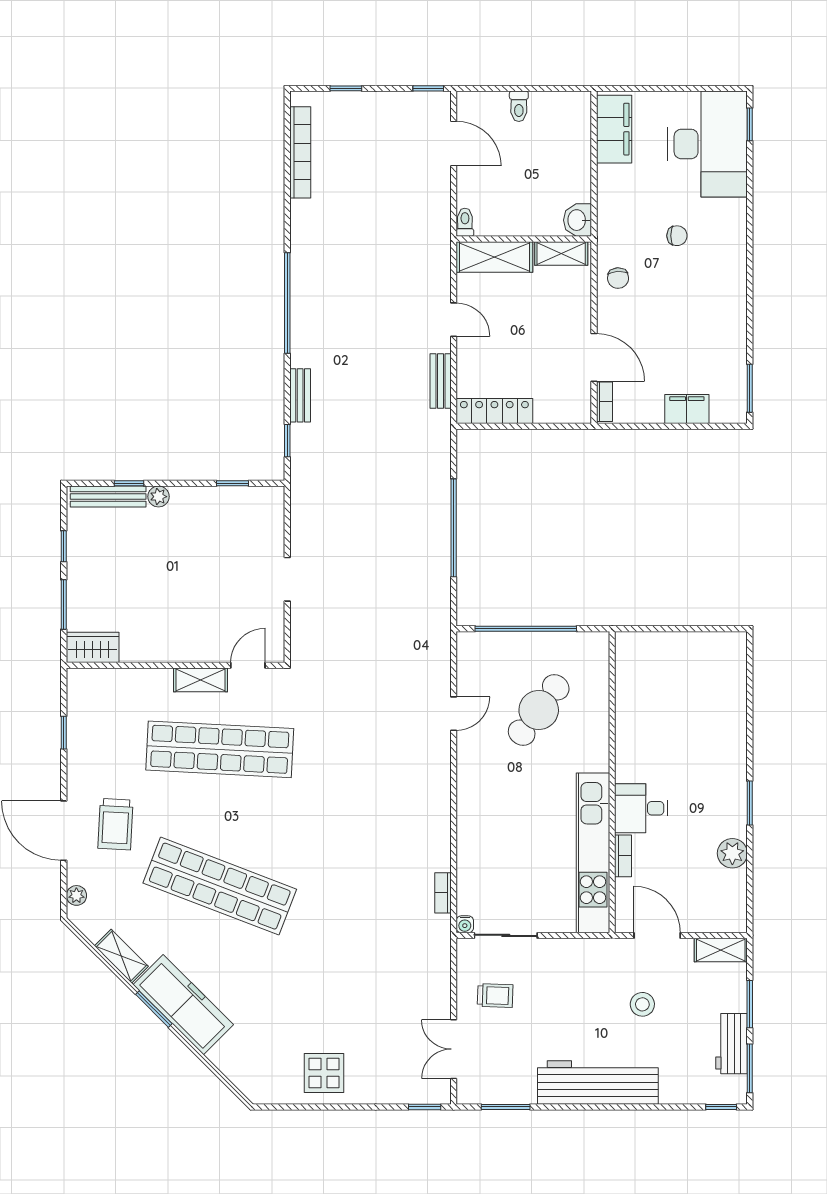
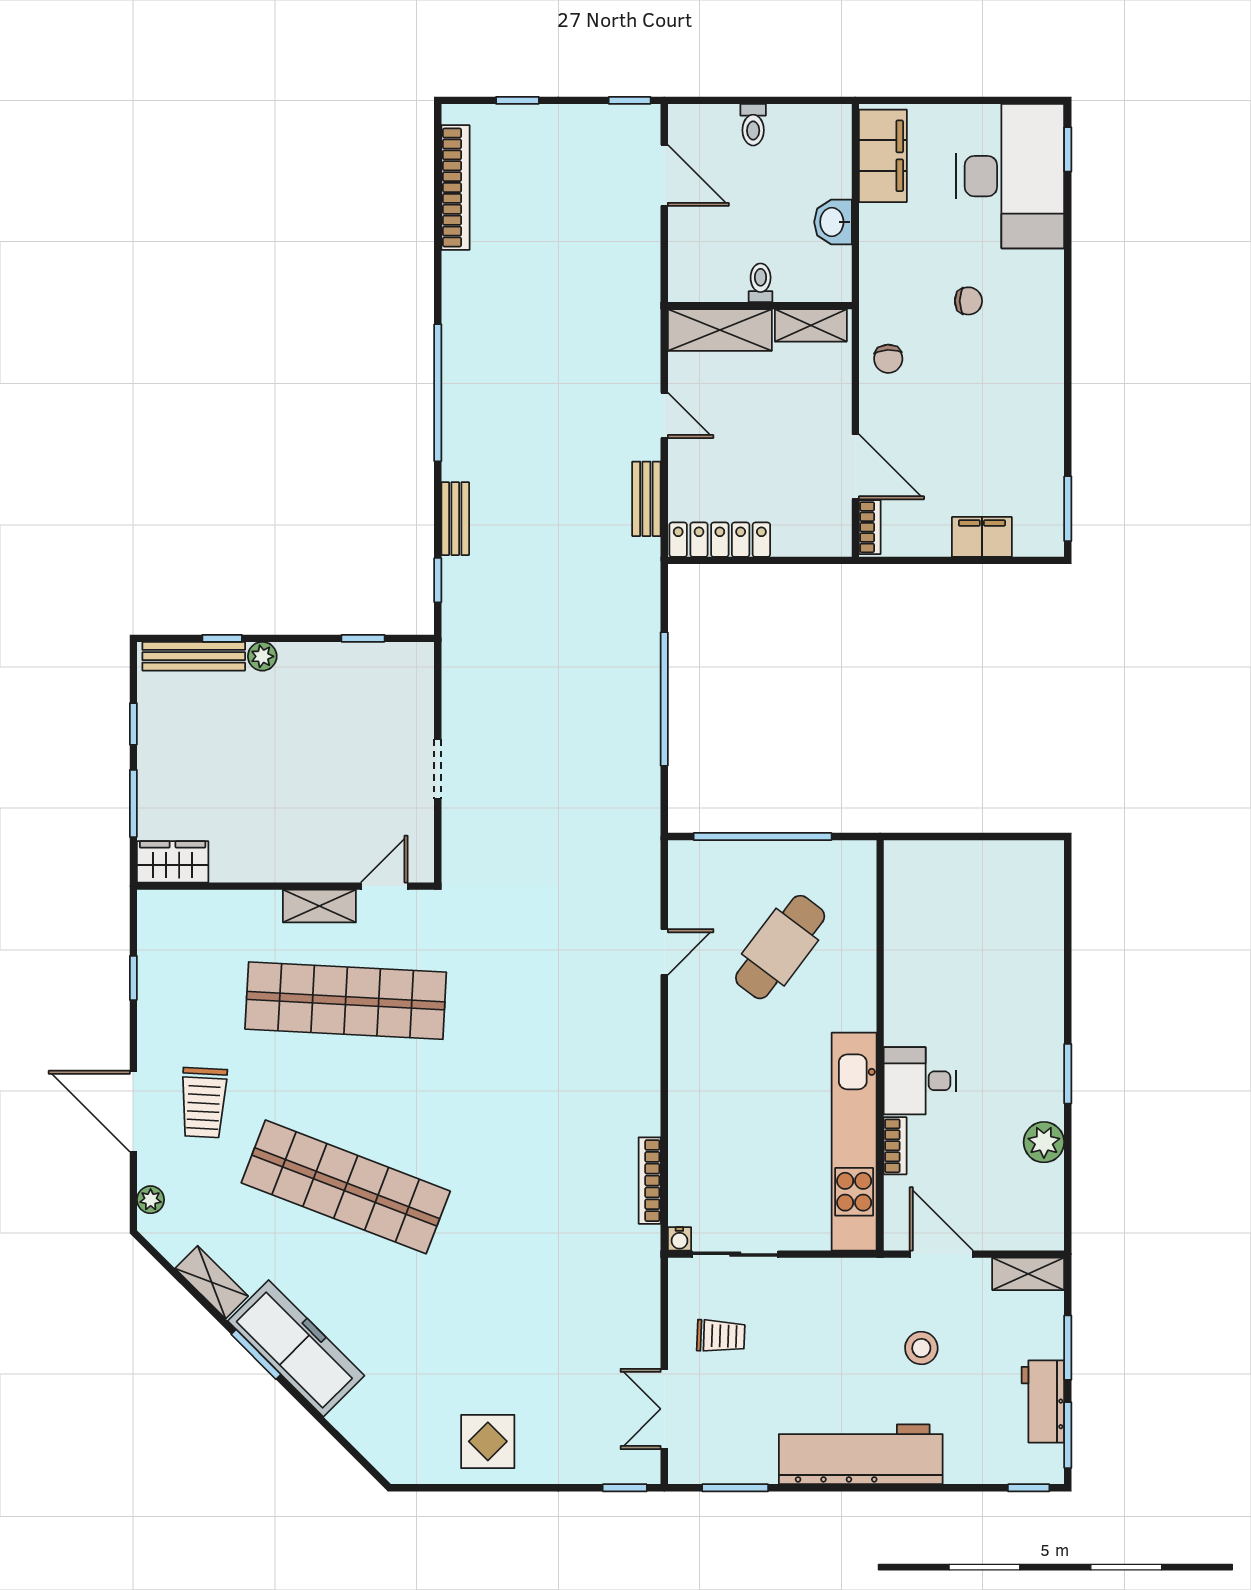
washbasin: (577, 220) -> (833, 222), moved
toilet: (465, 222) -> (761, 283), moved
bookcase: (443, 893) -> (650, 1181), width x1.56

